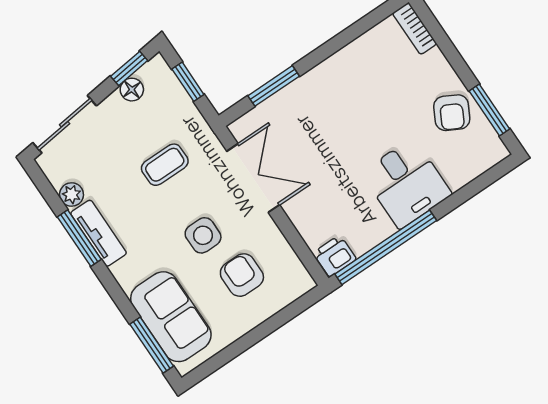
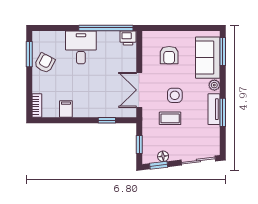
filing cabinet: (359, 57) -> (66, 109), added
window: (274, 86) -> (107, 120), width x0.67
plant: (71, 195) -> (214, 85), moved
side table: (203, 235) -> (175, 95), moved

